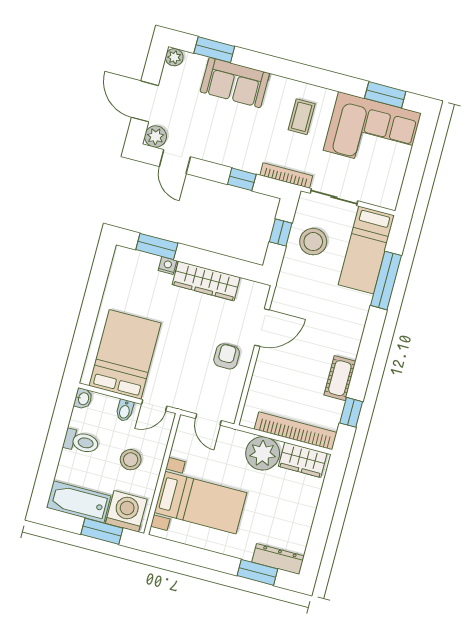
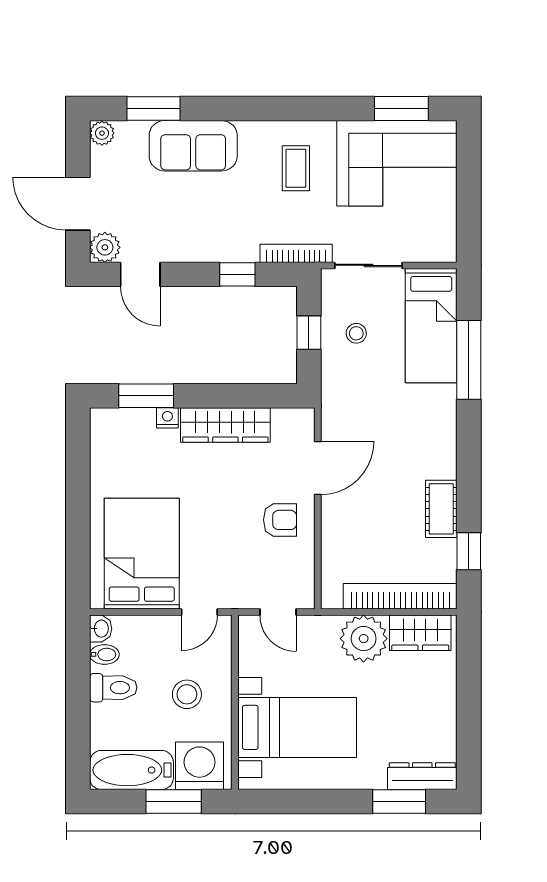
stool: (313, 242) -> (356, 333), width x0.53, depth x0.53
armchair: (227, 356) -> (280, 520), turned 90
bidet: (125, 410) -> (104, 654), moved, turned -90

